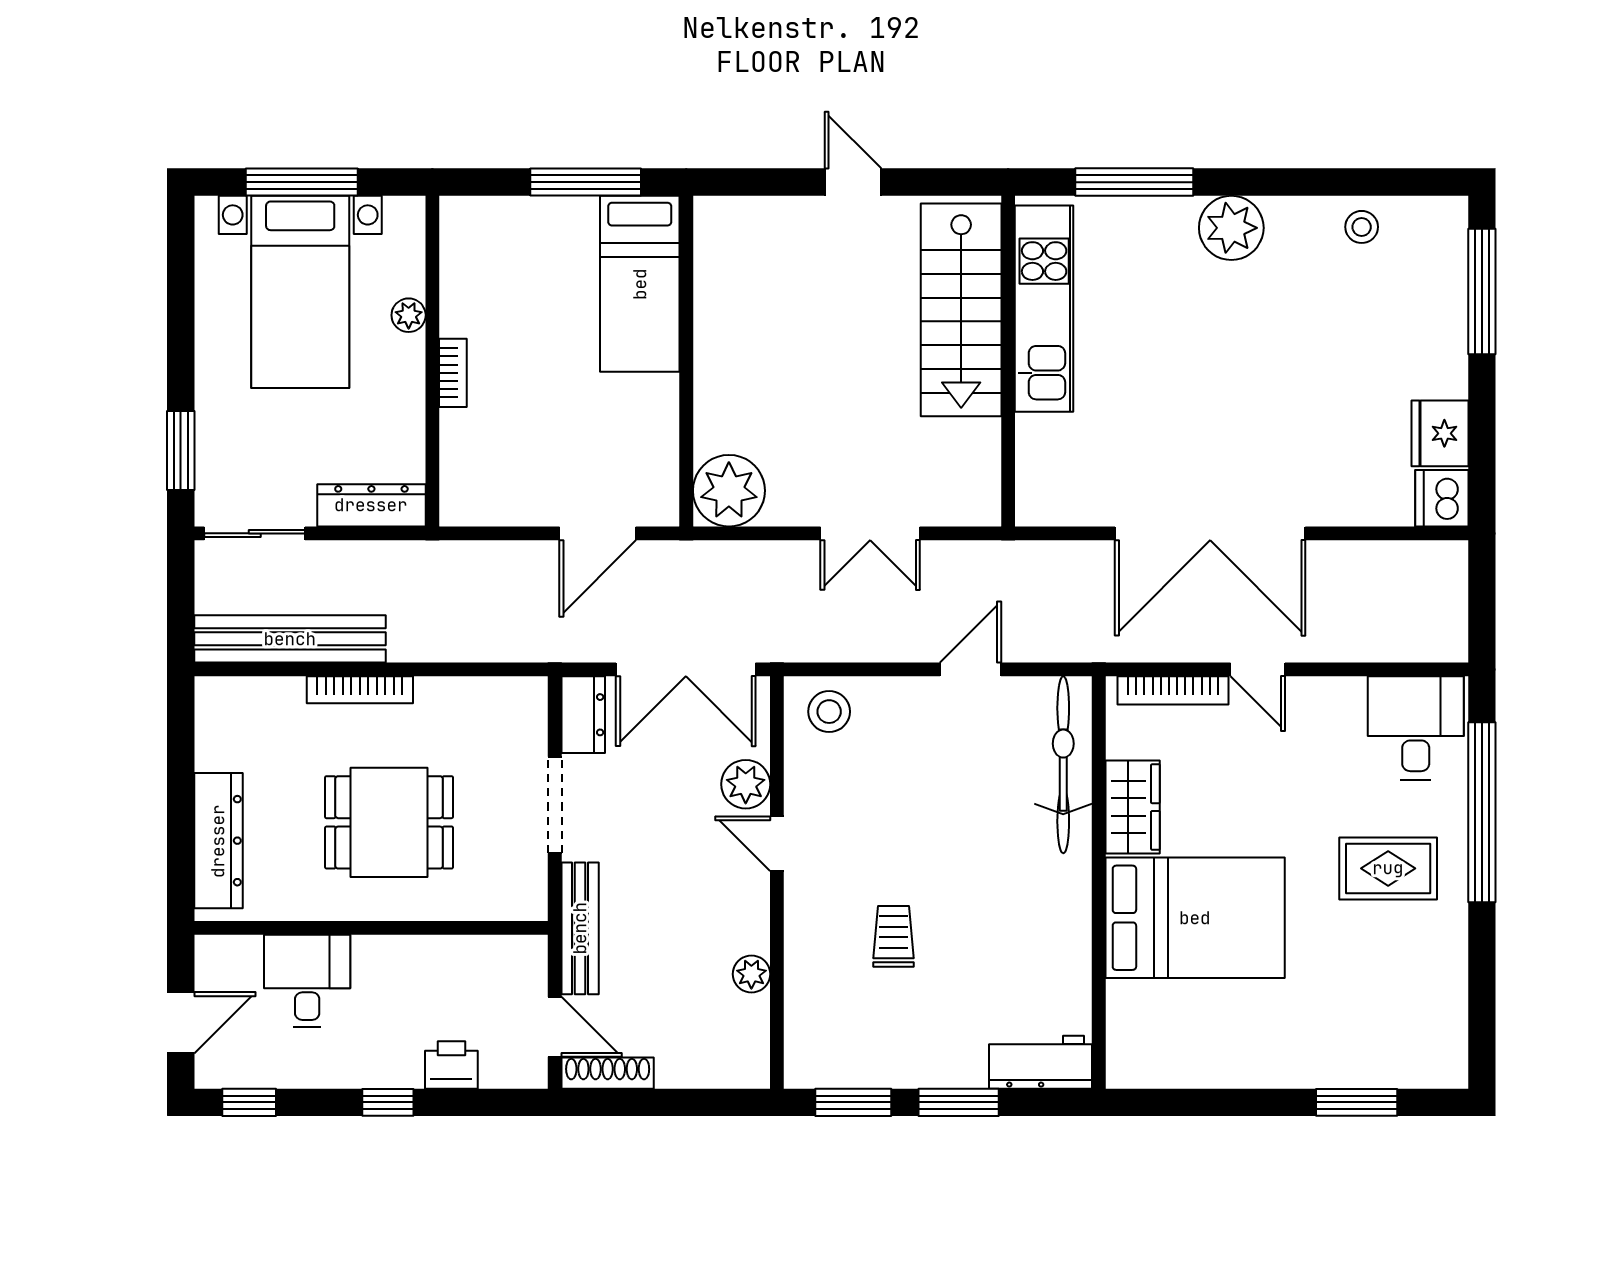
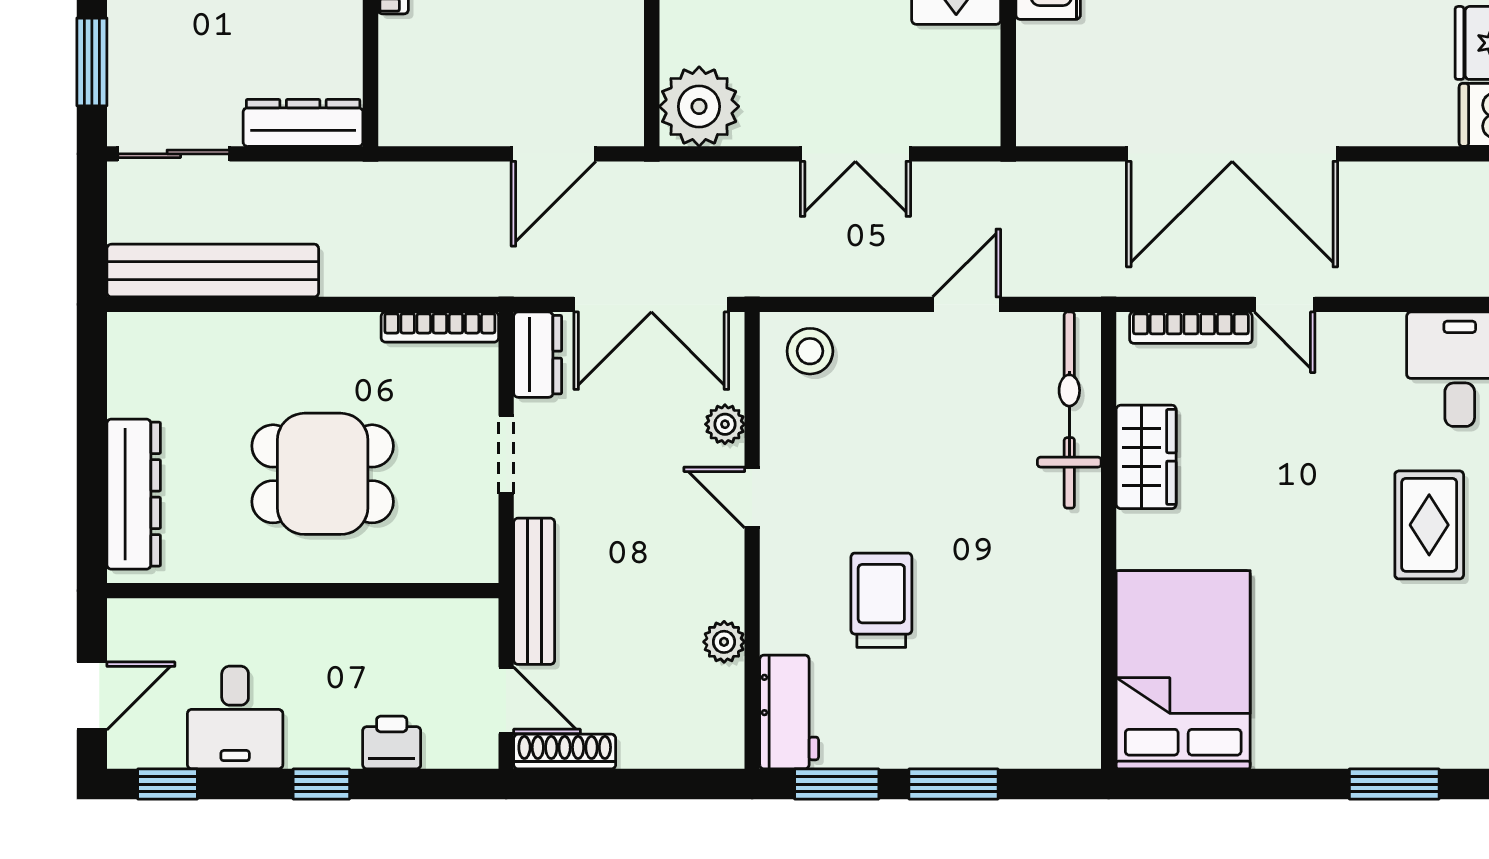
bookcase: (360, 690) -> (440, 327), moved
plant: (746, 784) -> (725, 424), width x0.73, depth x0.73
doorway: (555, 805) -> (506, 455), width x0.73
rug: (1388, 868) -> (1429, 525), turned 90
bed: (1195, 918) -> (1183, 670), moved, turned -90
trolley: (893, 936) -> (881, 600), width x1.36, depth x1.39
desk: (307, 981) -> (235, 718), moved, turned 180
workbench: (1041, 1062) -> (789, 712), moved, turned 90

